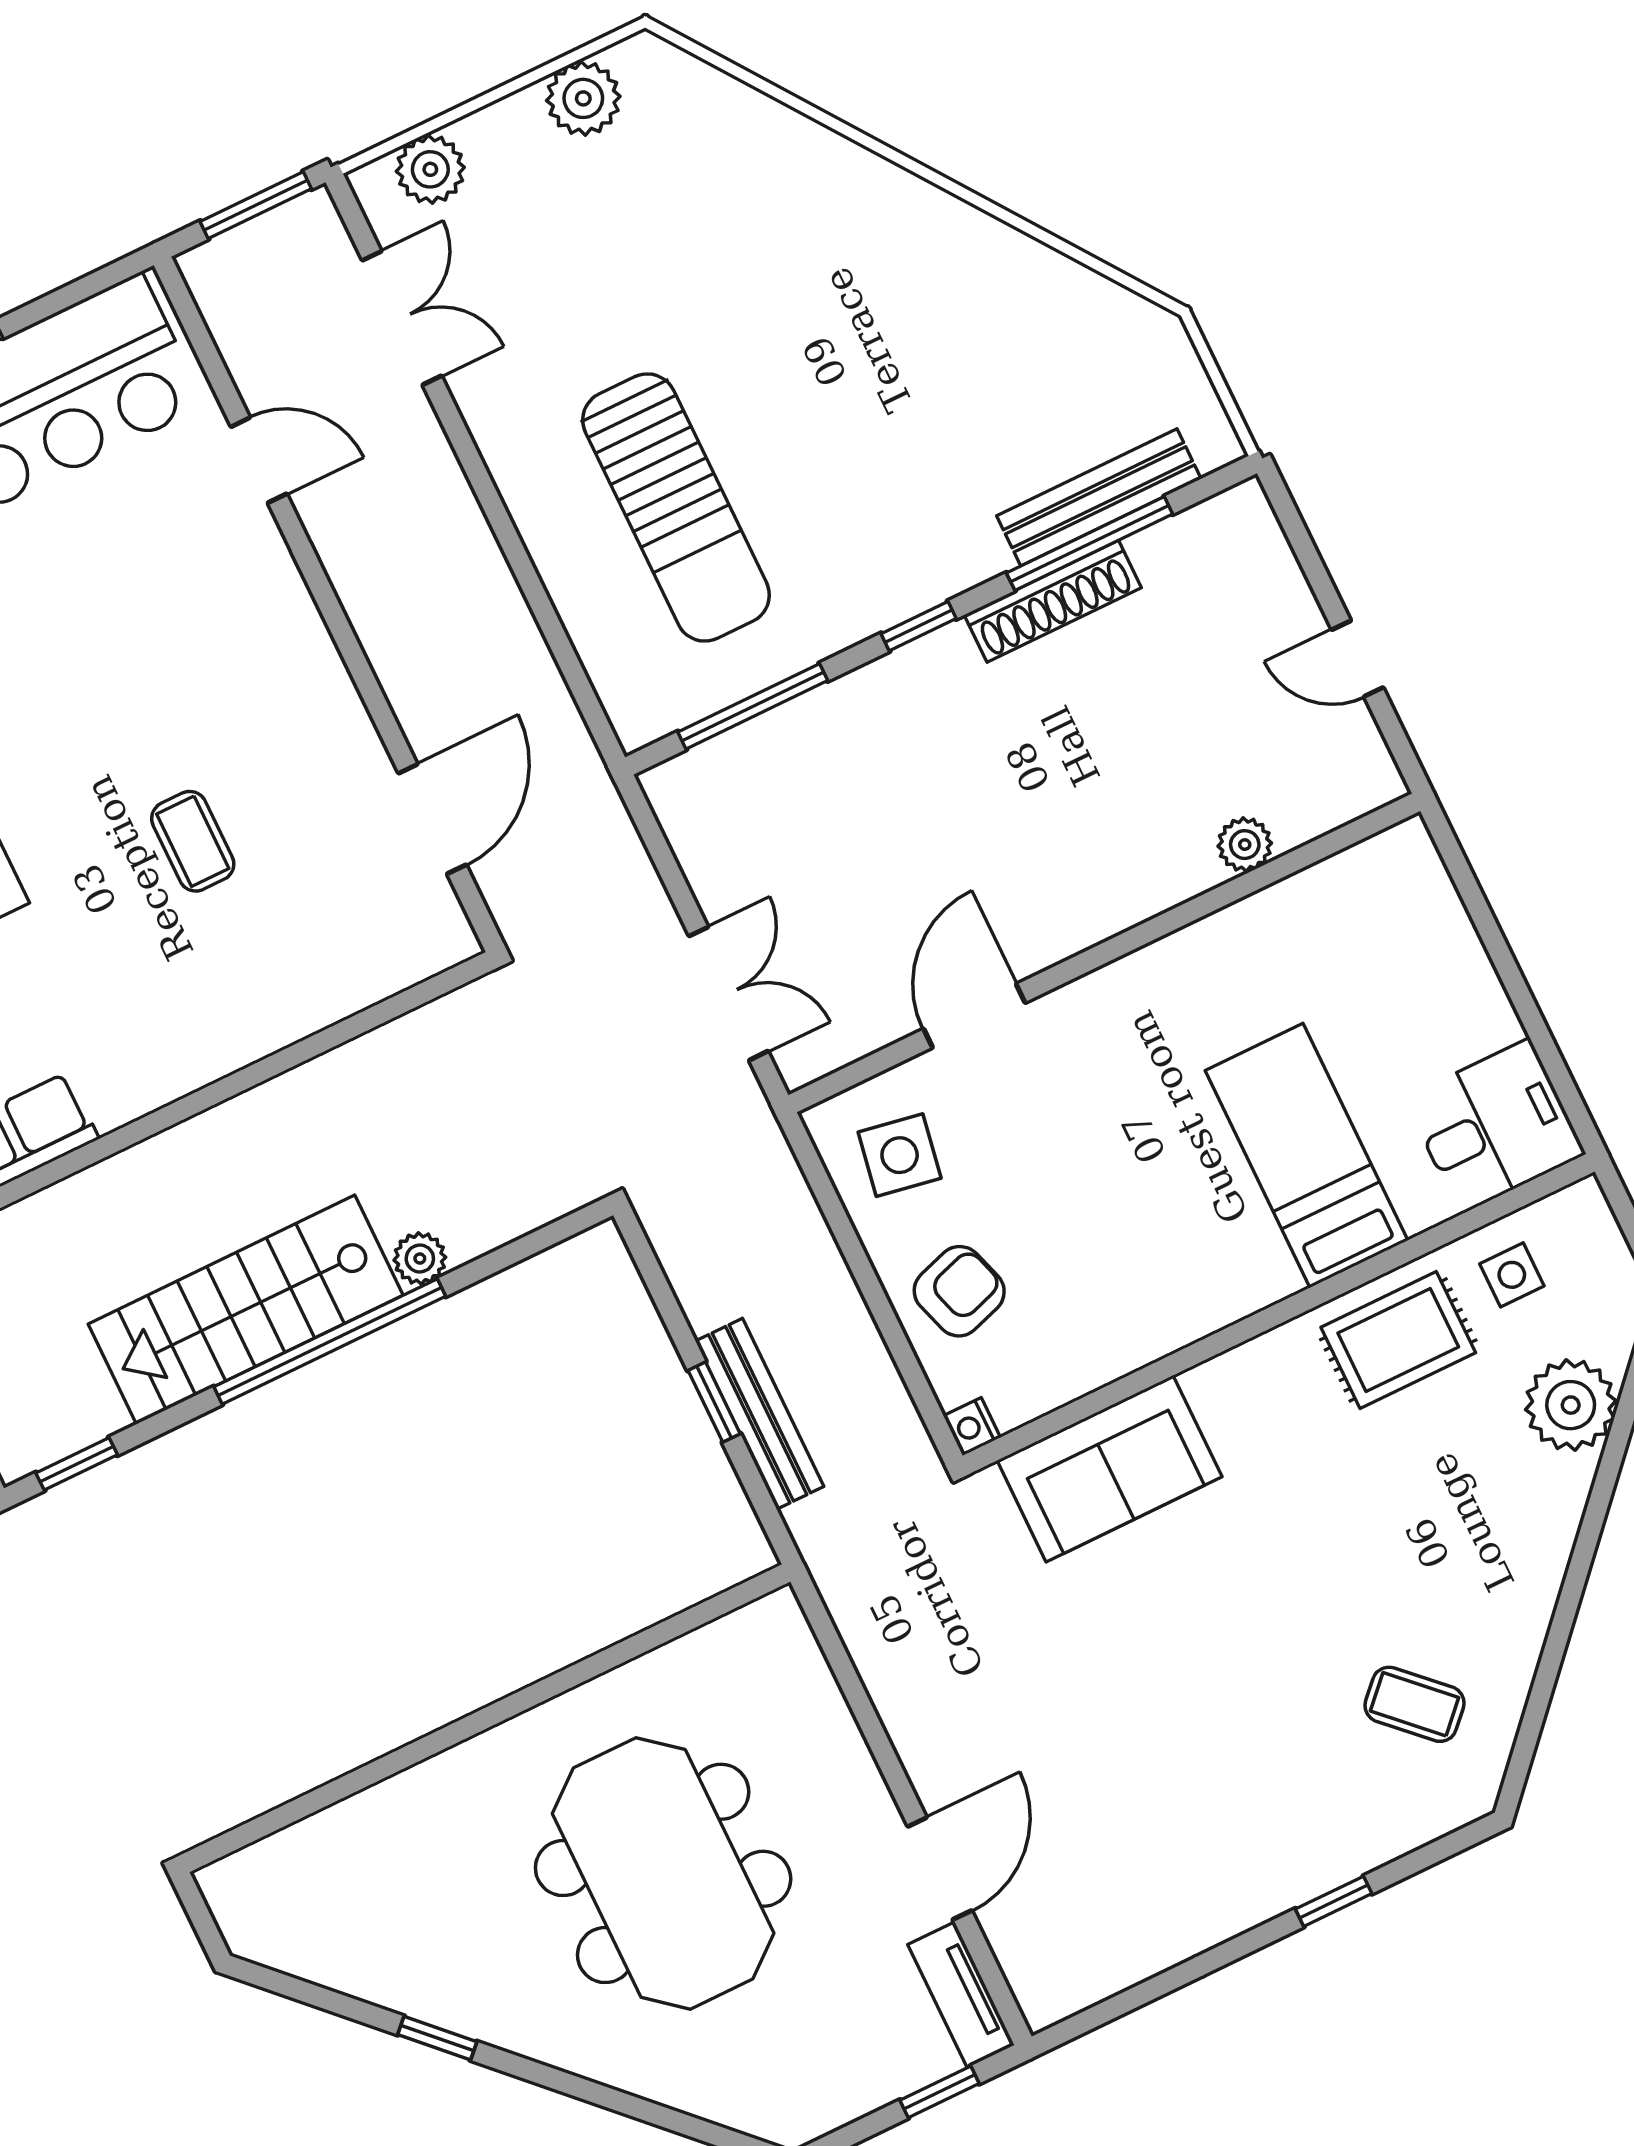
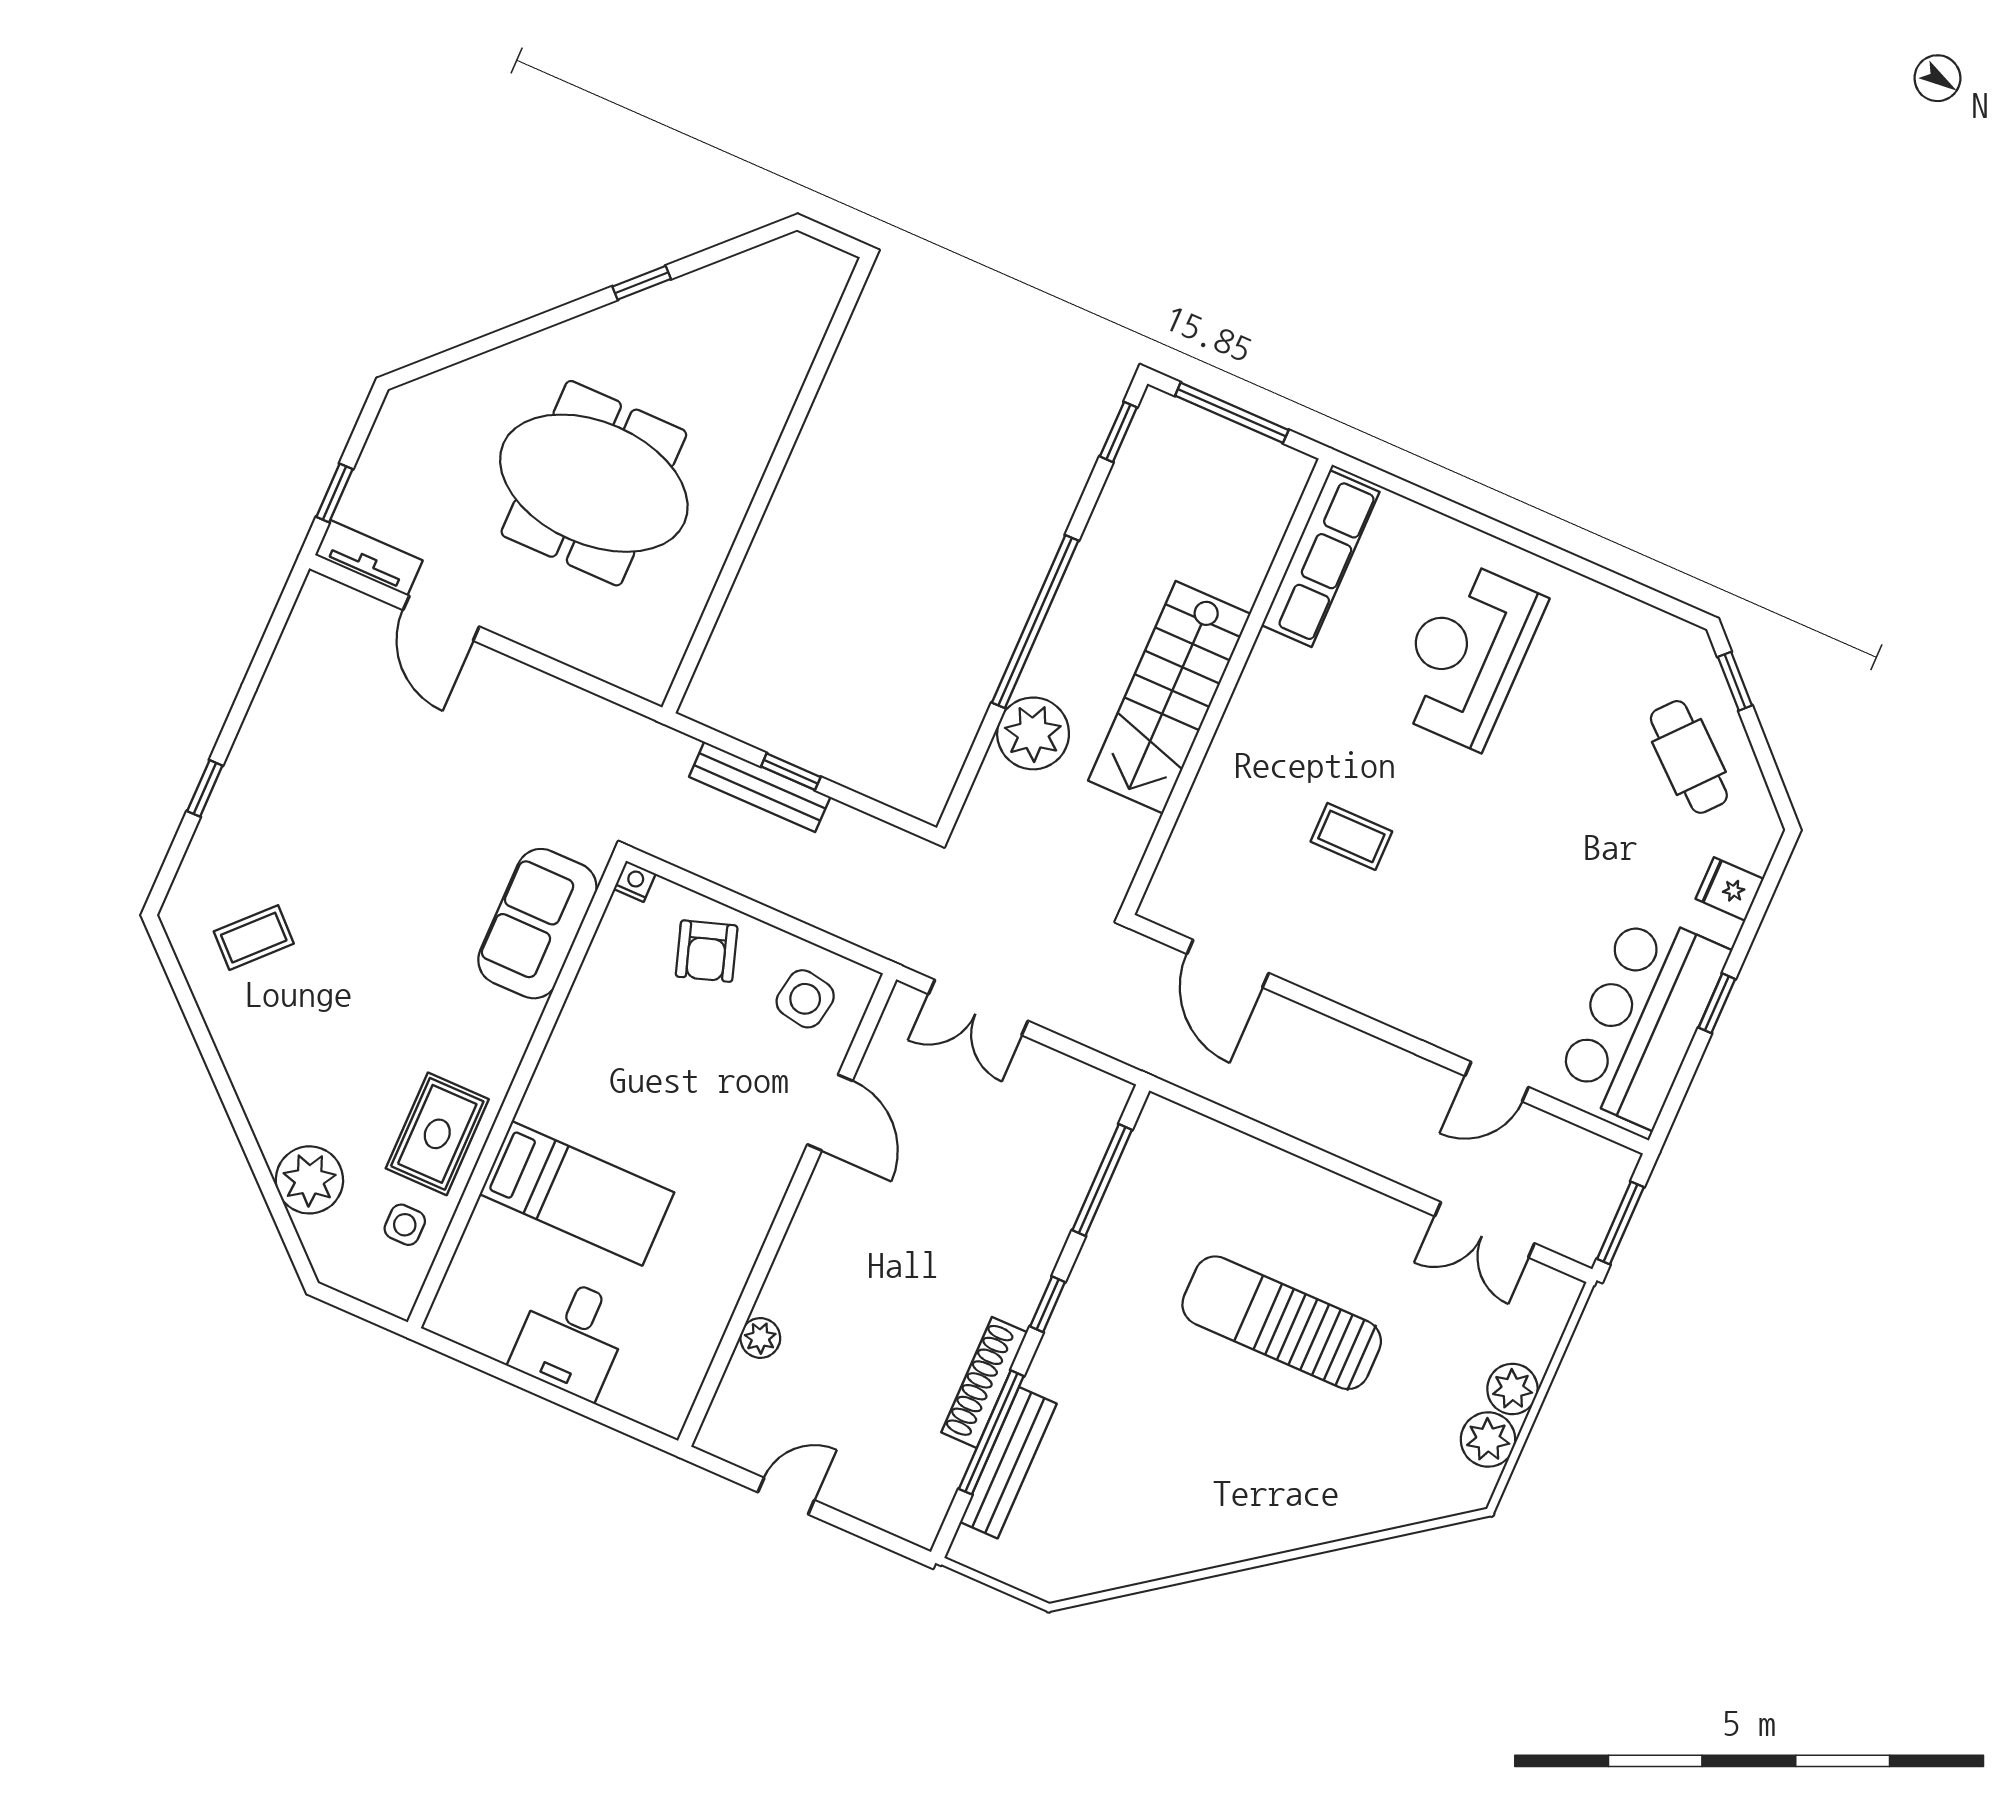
plant: (430, 169) -> (1512, 1389), moved
sun lounger: (676, 507) -> (1282, 1323), moved
desk: (1495, 1126) -> (571, 1338), moved
plant: (420, 1259) -> (1033, 733), width x1.88, depth x1.88
stairs: (246, 1310) -> (1169, 697), moved, turned 180

